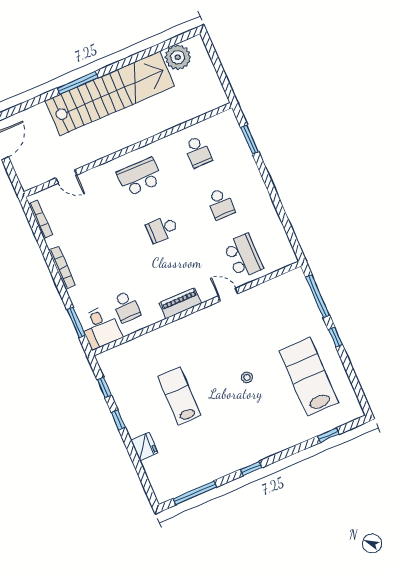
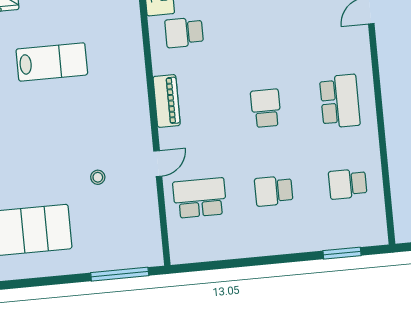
school desk: (243, 256) -> (200, 198), turned 180
window: (335, 337) -> (62, 280), removed
stool: (247, 377) -> (98, 177), moved

